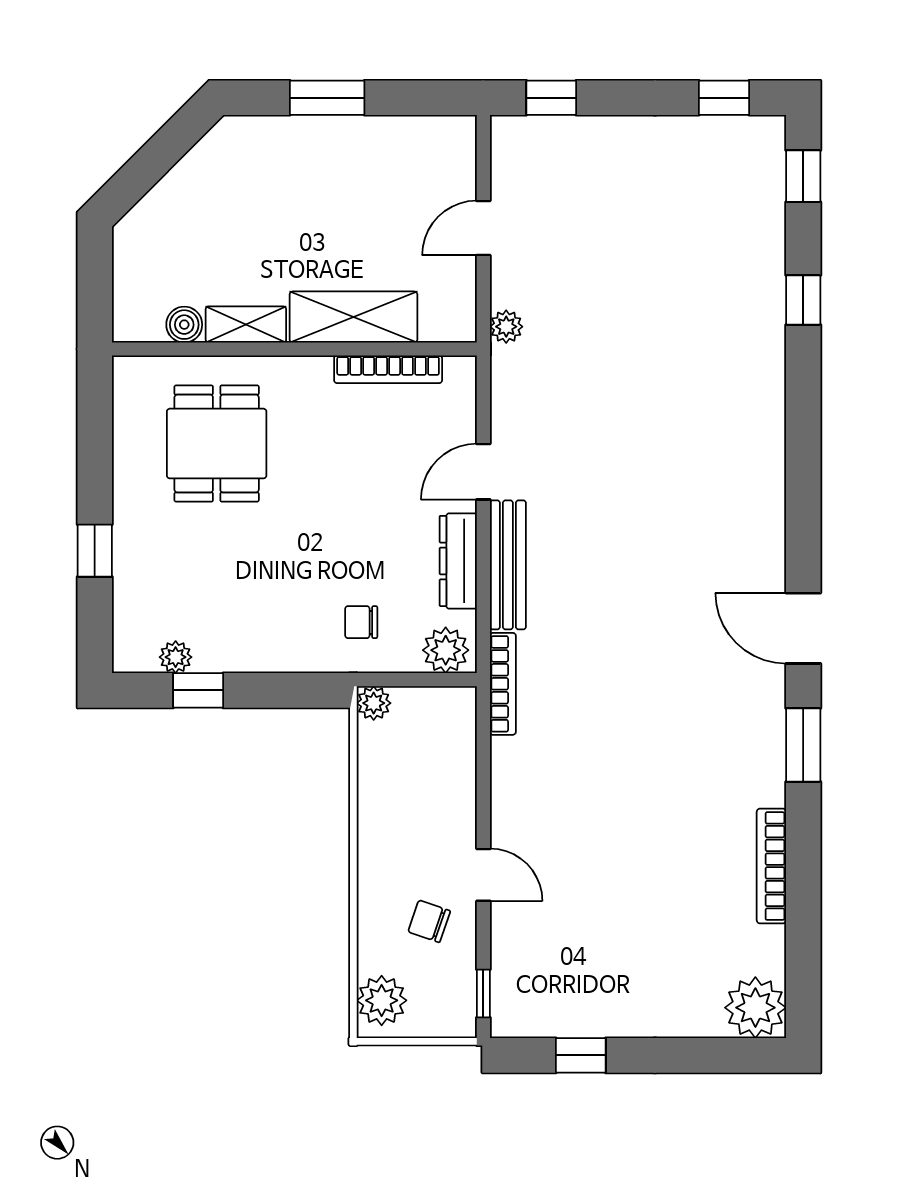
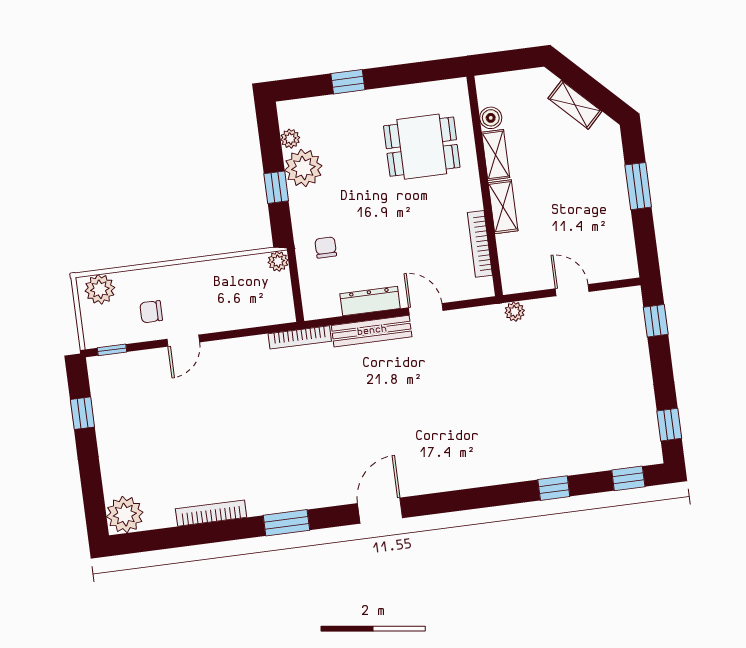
shelving: (181, 184) -> (575, 105), added
shelving: (353, 317) -> (503, 207), width x0.67, depth x0.75
door: (803, 628) -> (380, 511), moved
plant: (446, 650) -> (303, 168), moved, width x1.36, depth x1.36
window: (198, 690) -> (276, 187), moved
chair: (429, 921) -> (151, 312), turned -109

